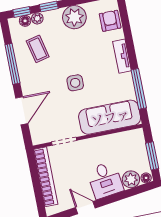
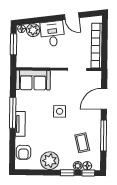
window: (139, 89) -> (13, 113), moved
sofa: (110, 117) -> (33, 80), width x0.73

